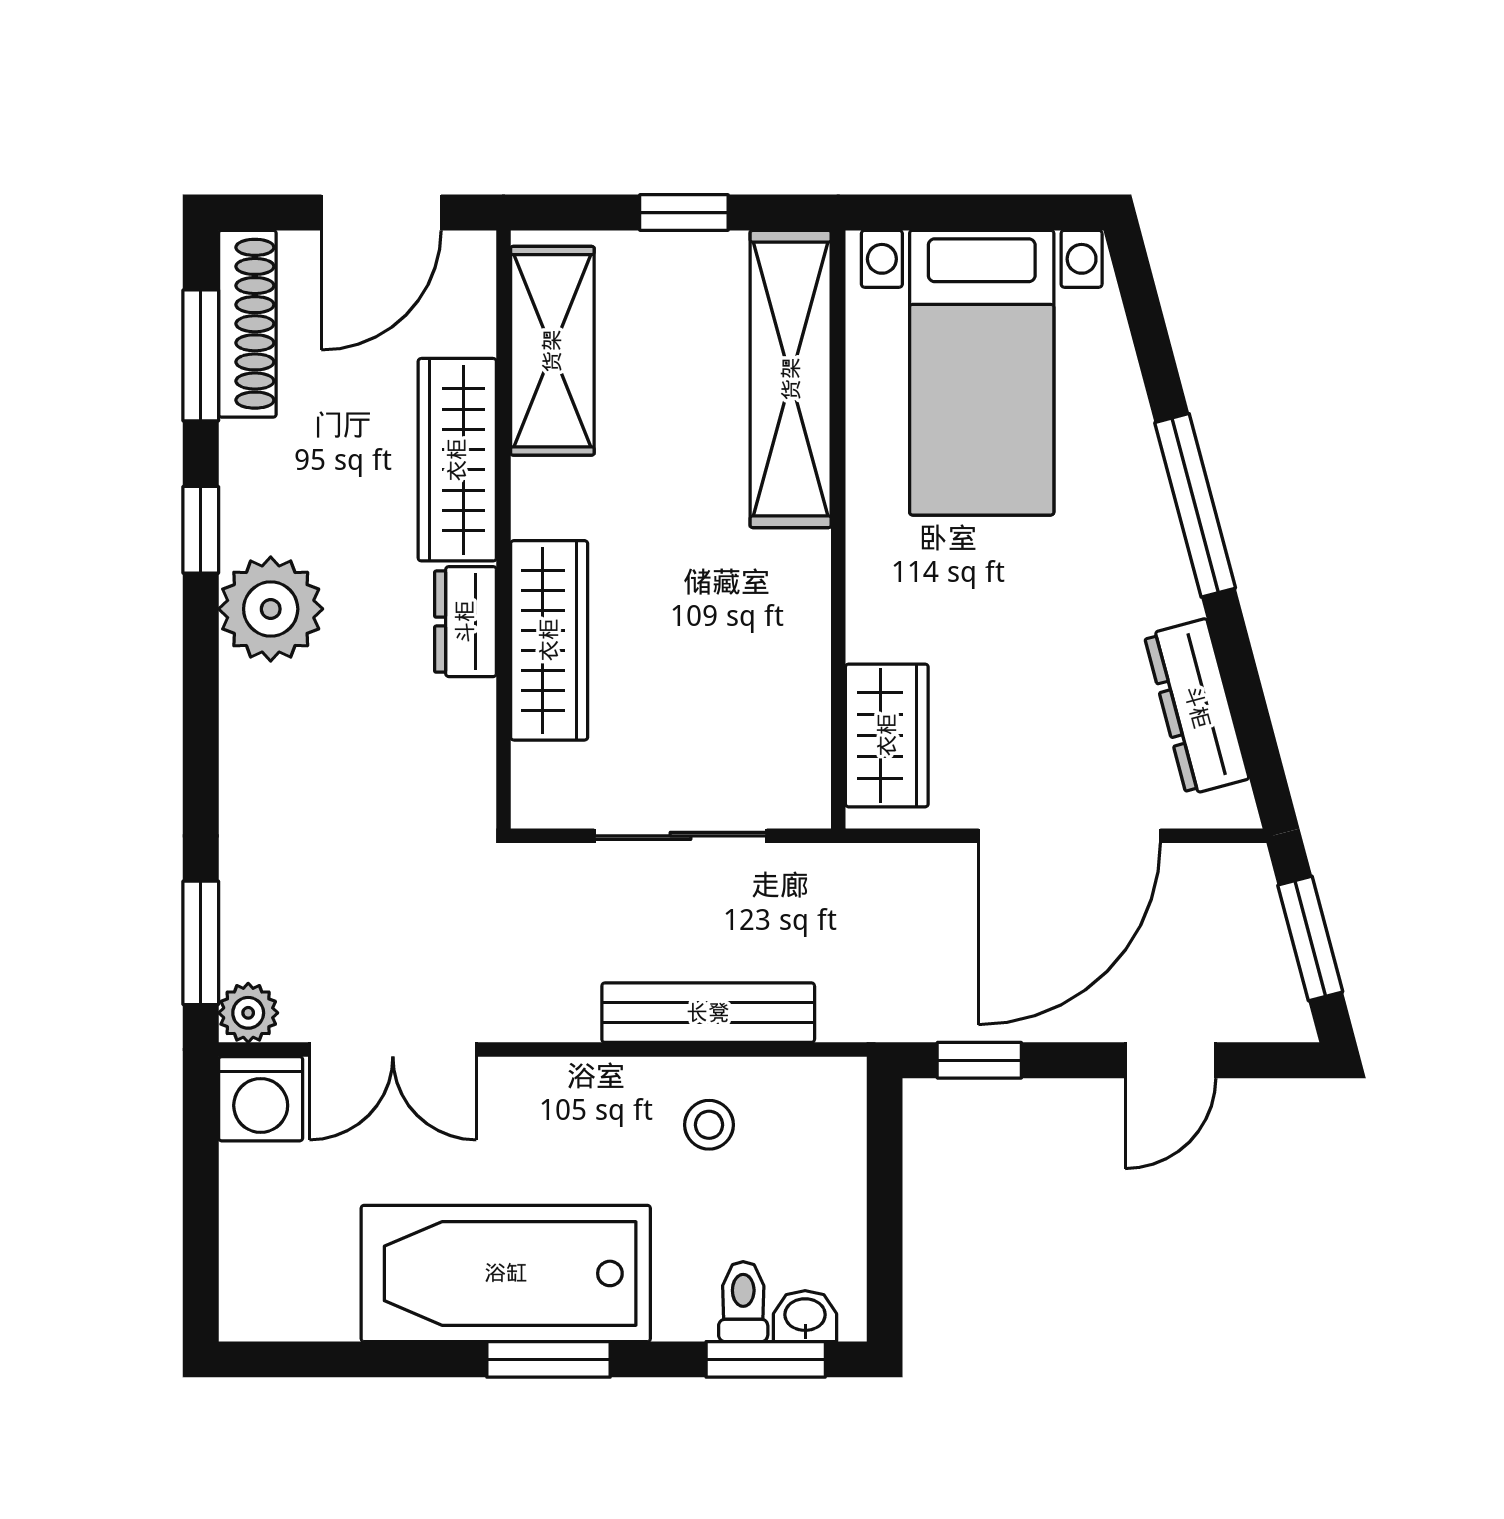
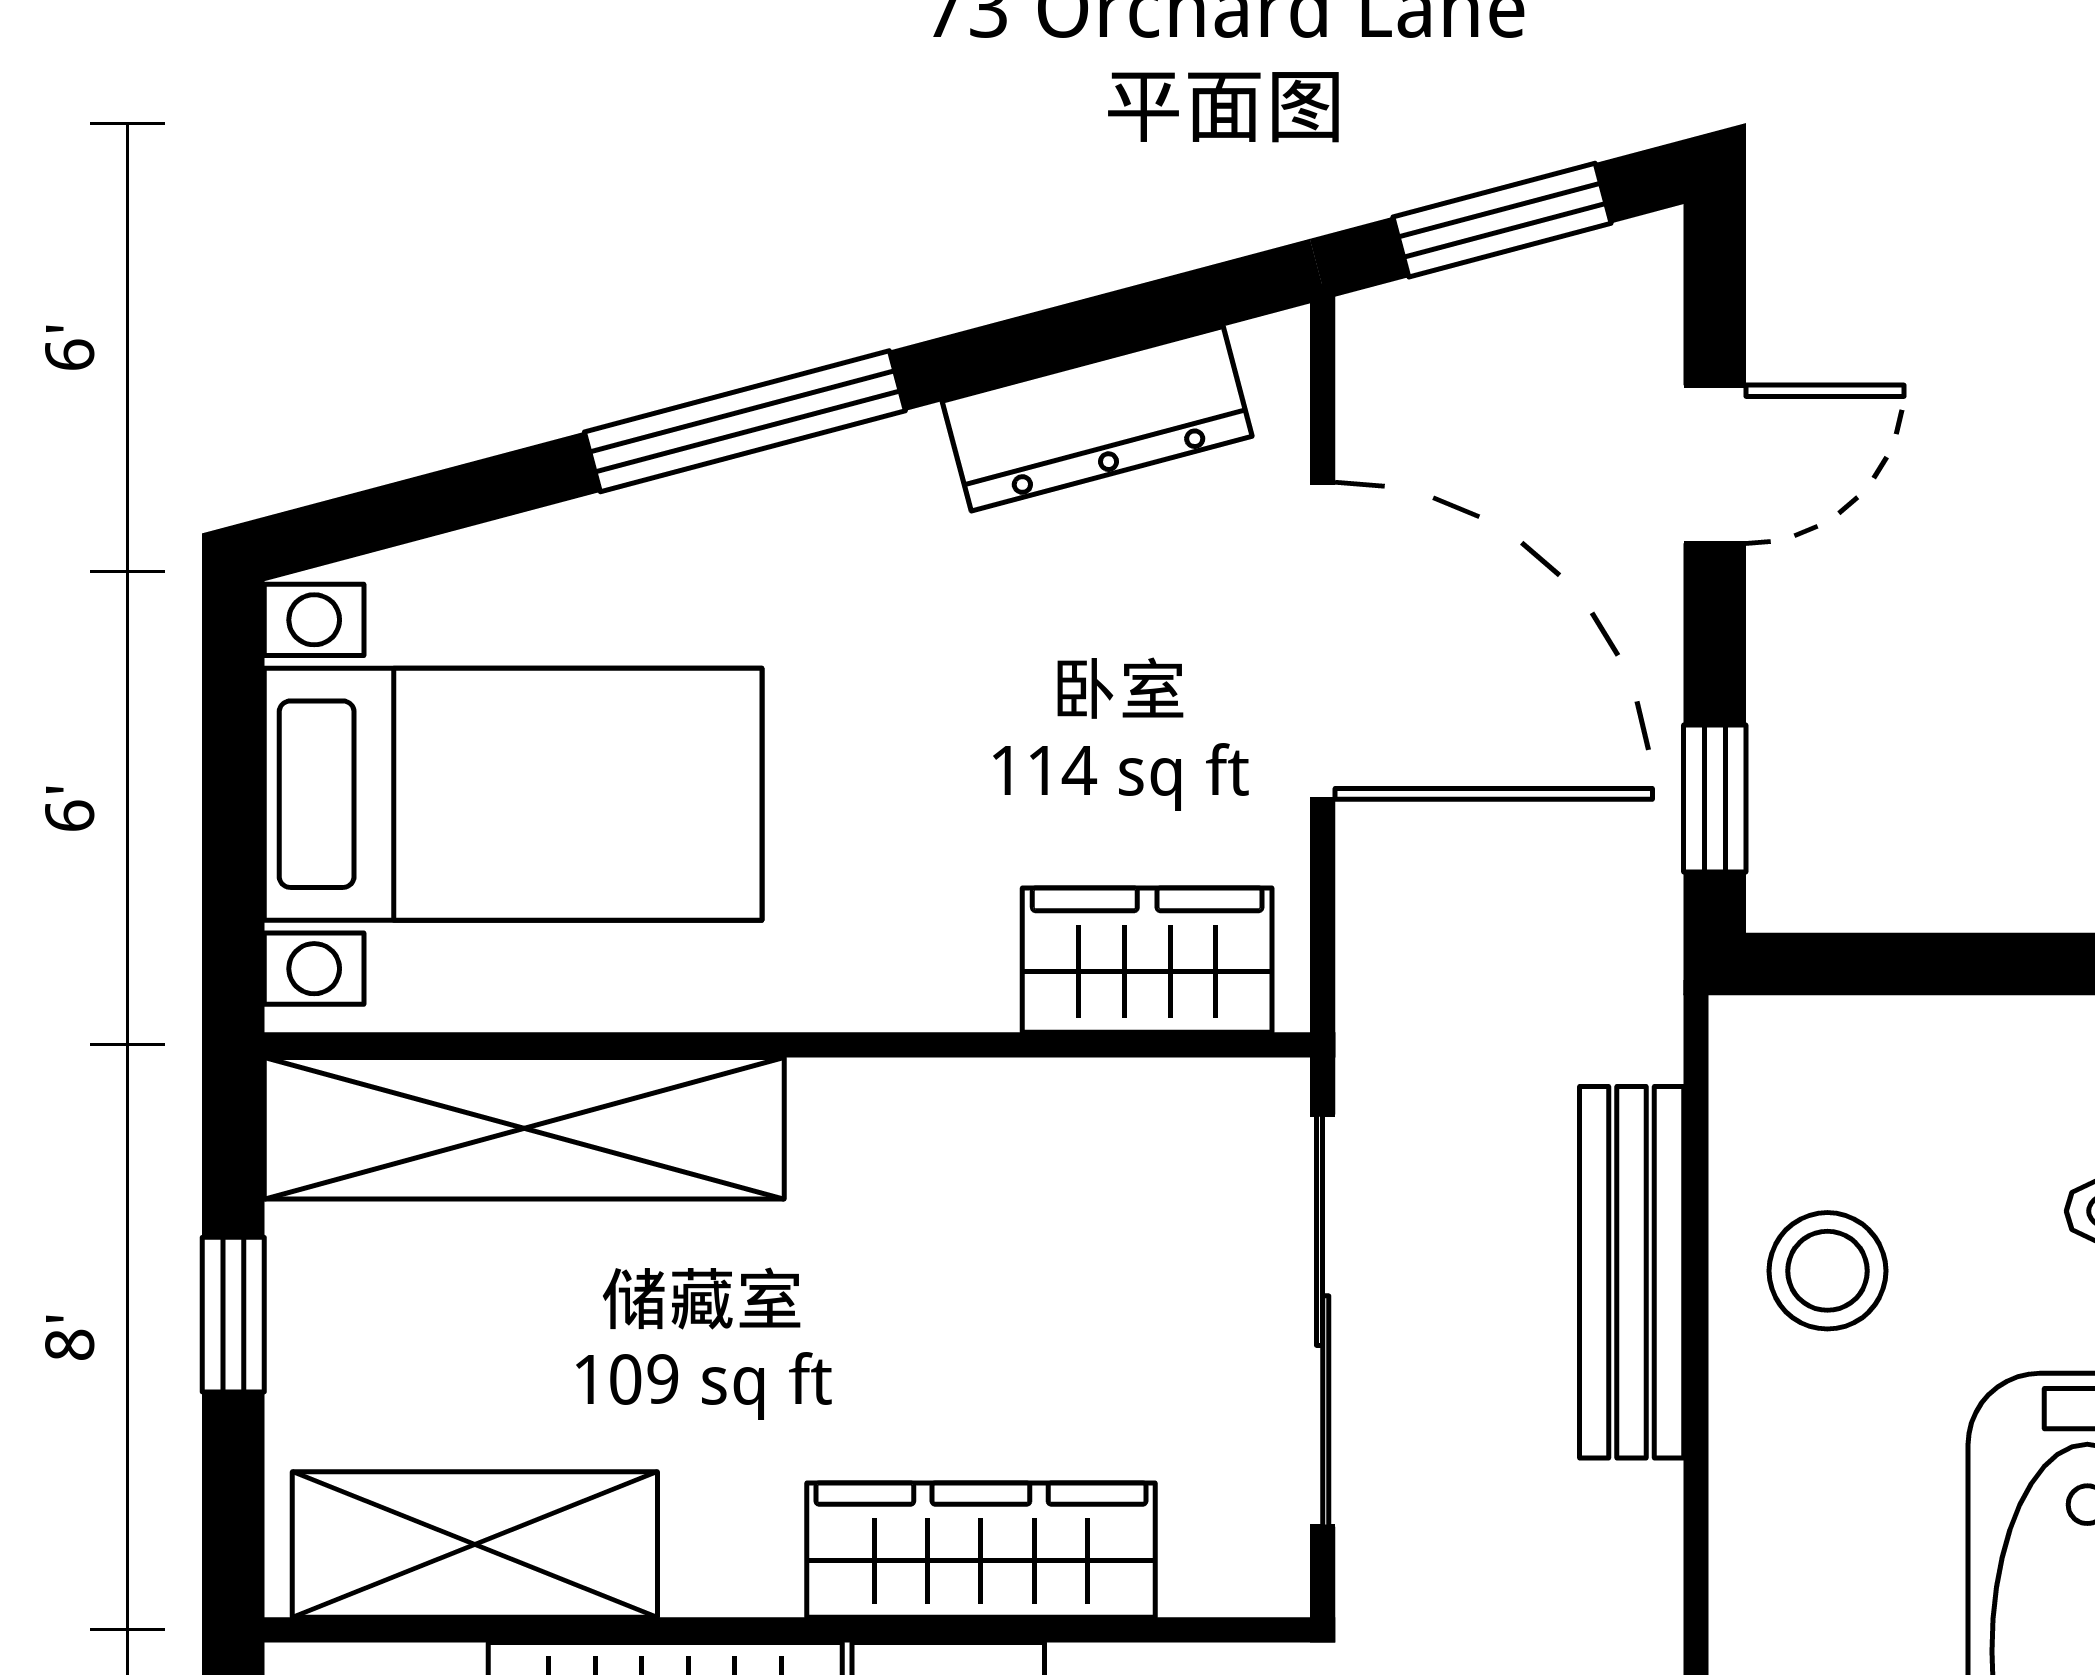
sliding door: (680, 836) -> (1323, 1321), width x1.37
door: (1171, 1060) -> (1715, 464), hinge flipped
stool: (709, 1125) -> (1827, 1271), width x1.37, depth x1.37

